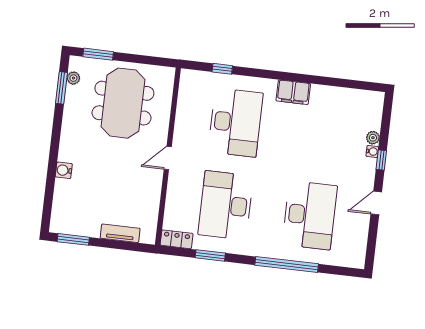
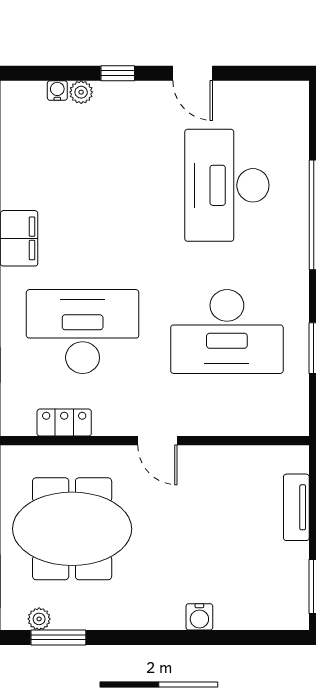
water cooler: (372, 151) -> (57, 91), moved
desk: (310, 215) -> (227, 185), turned -90
locker: (177, 239) -> (64, 423), moved, turned 90

